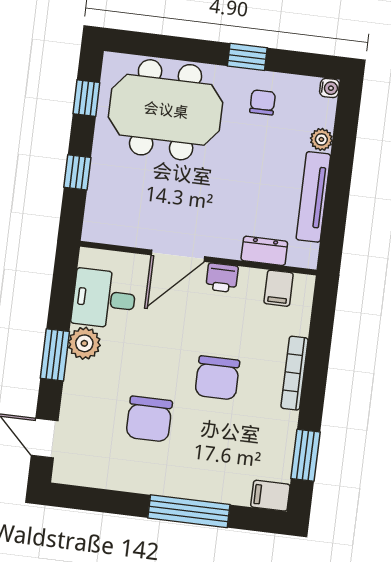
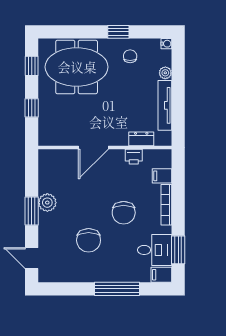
printer: (222, 278) -> (134, 157), moved
filing cabinet: (279, 288) -> (162, 176), moved, turned 90
desk: (104, 299) -> (155, 250), moved, turned 180

